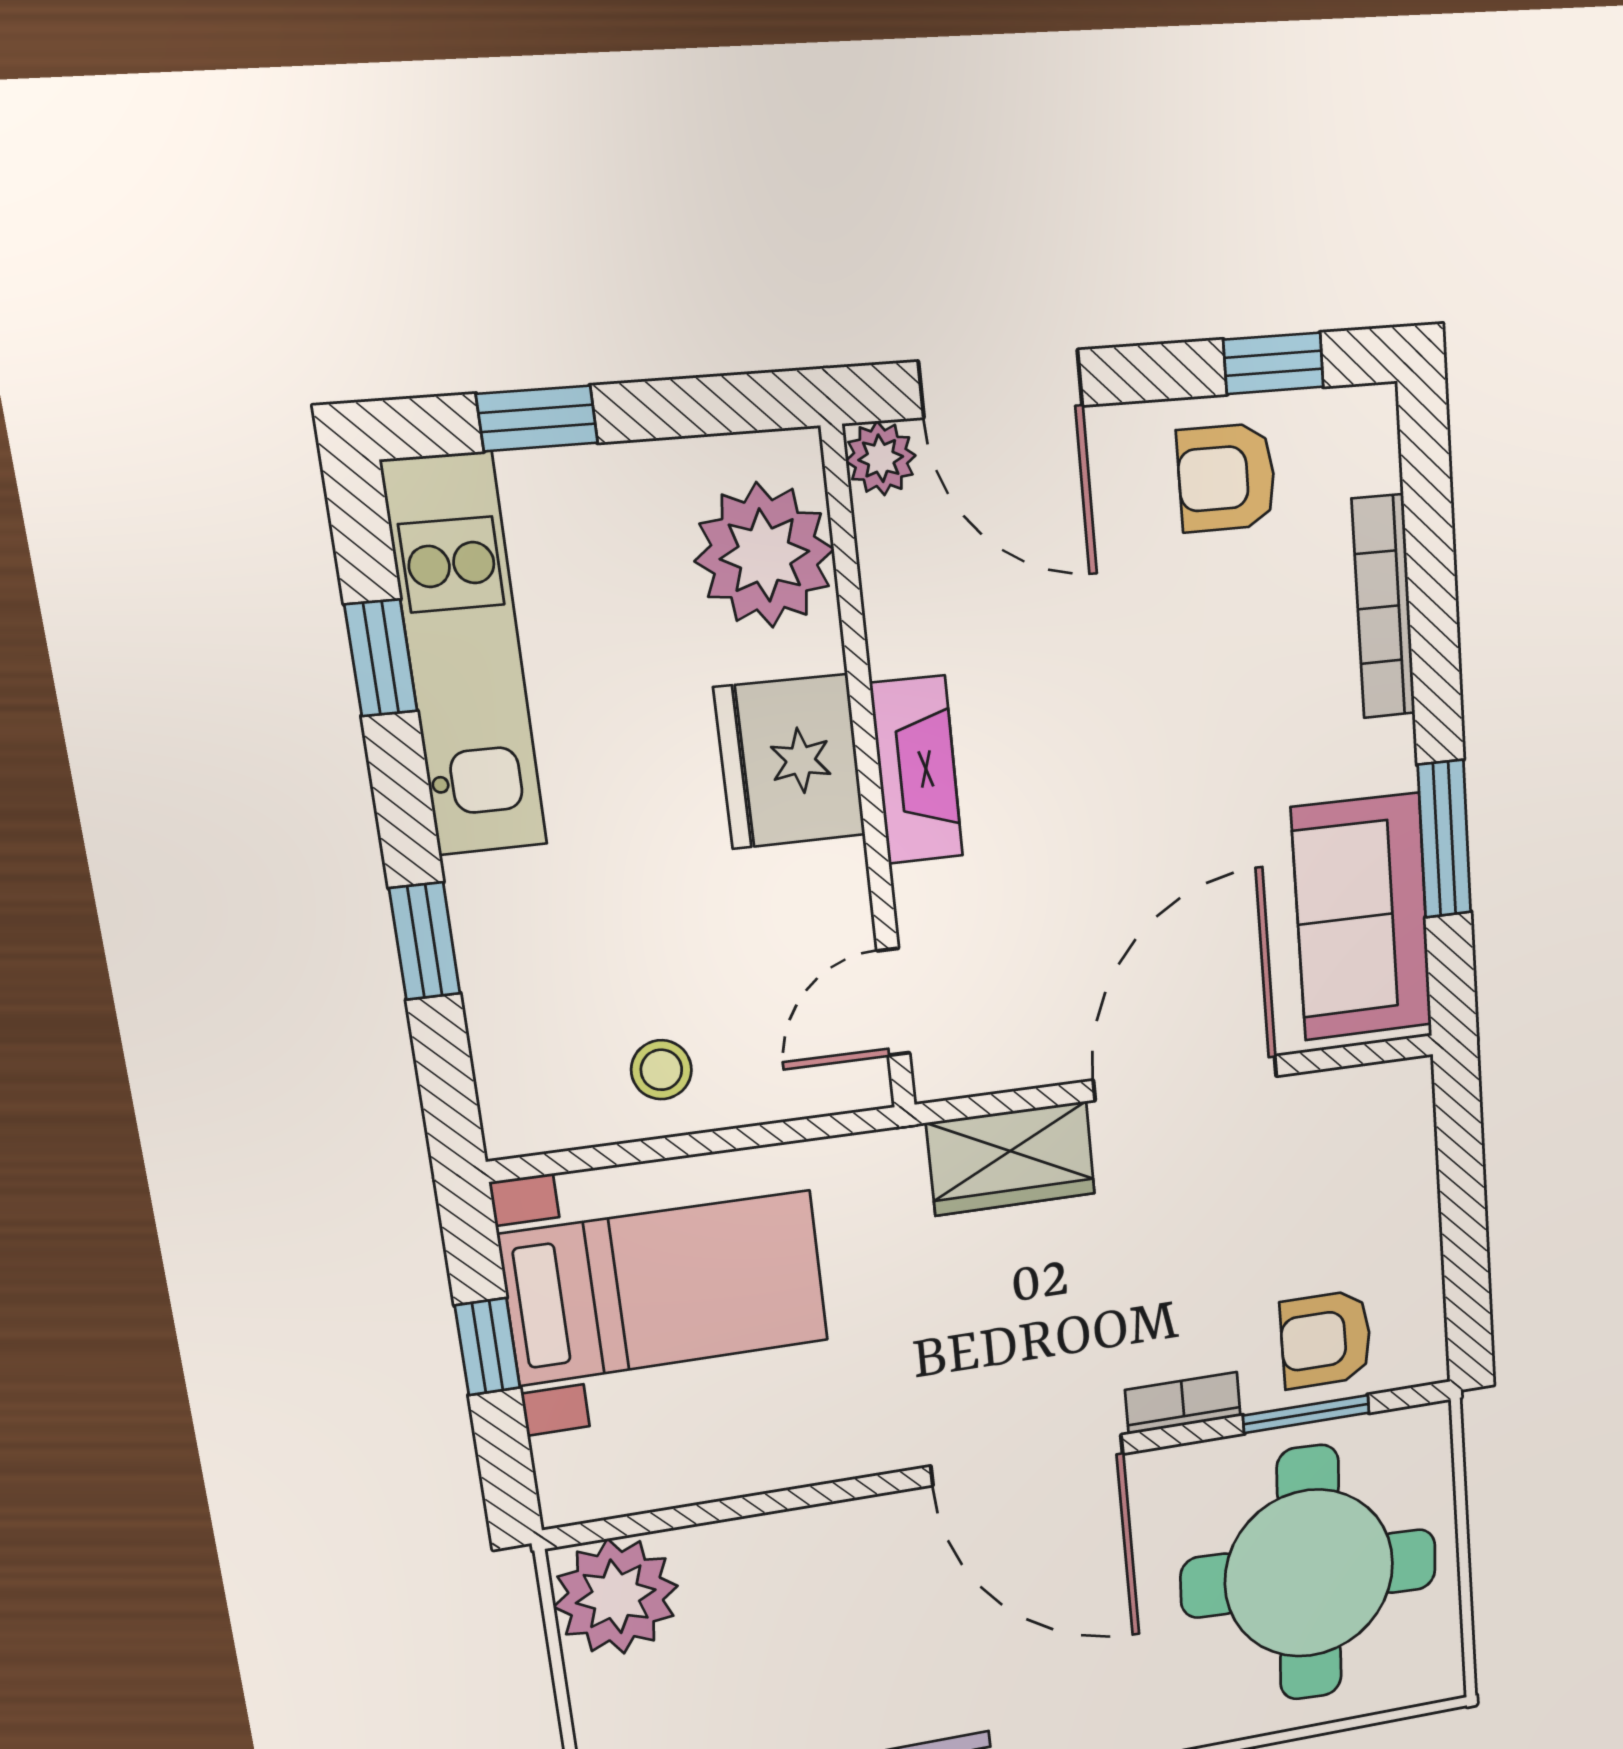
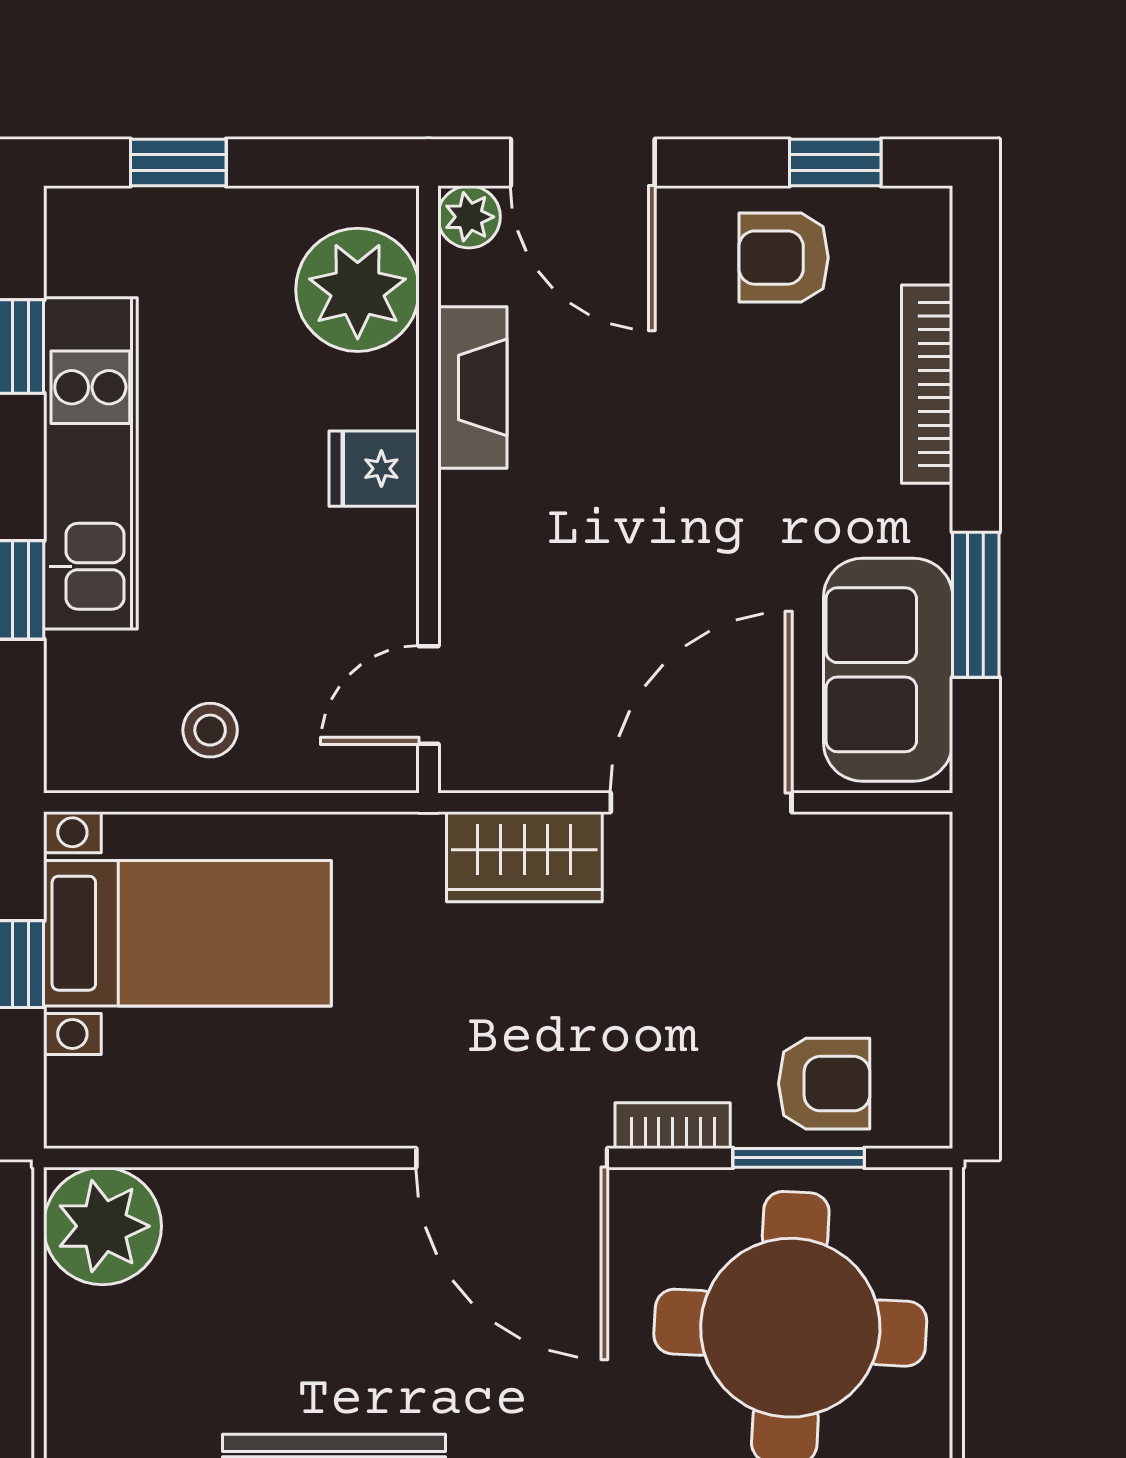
kitchen unit: (465, 656) -> (90, 463), moved
fridge: (790, 762) -> (374, 469), width x0.53, depth x0.75
fireplace: (917, 770) -> (472, 387), moved
armchair: (1326, 1339) -> (824, 1084), turned 180

